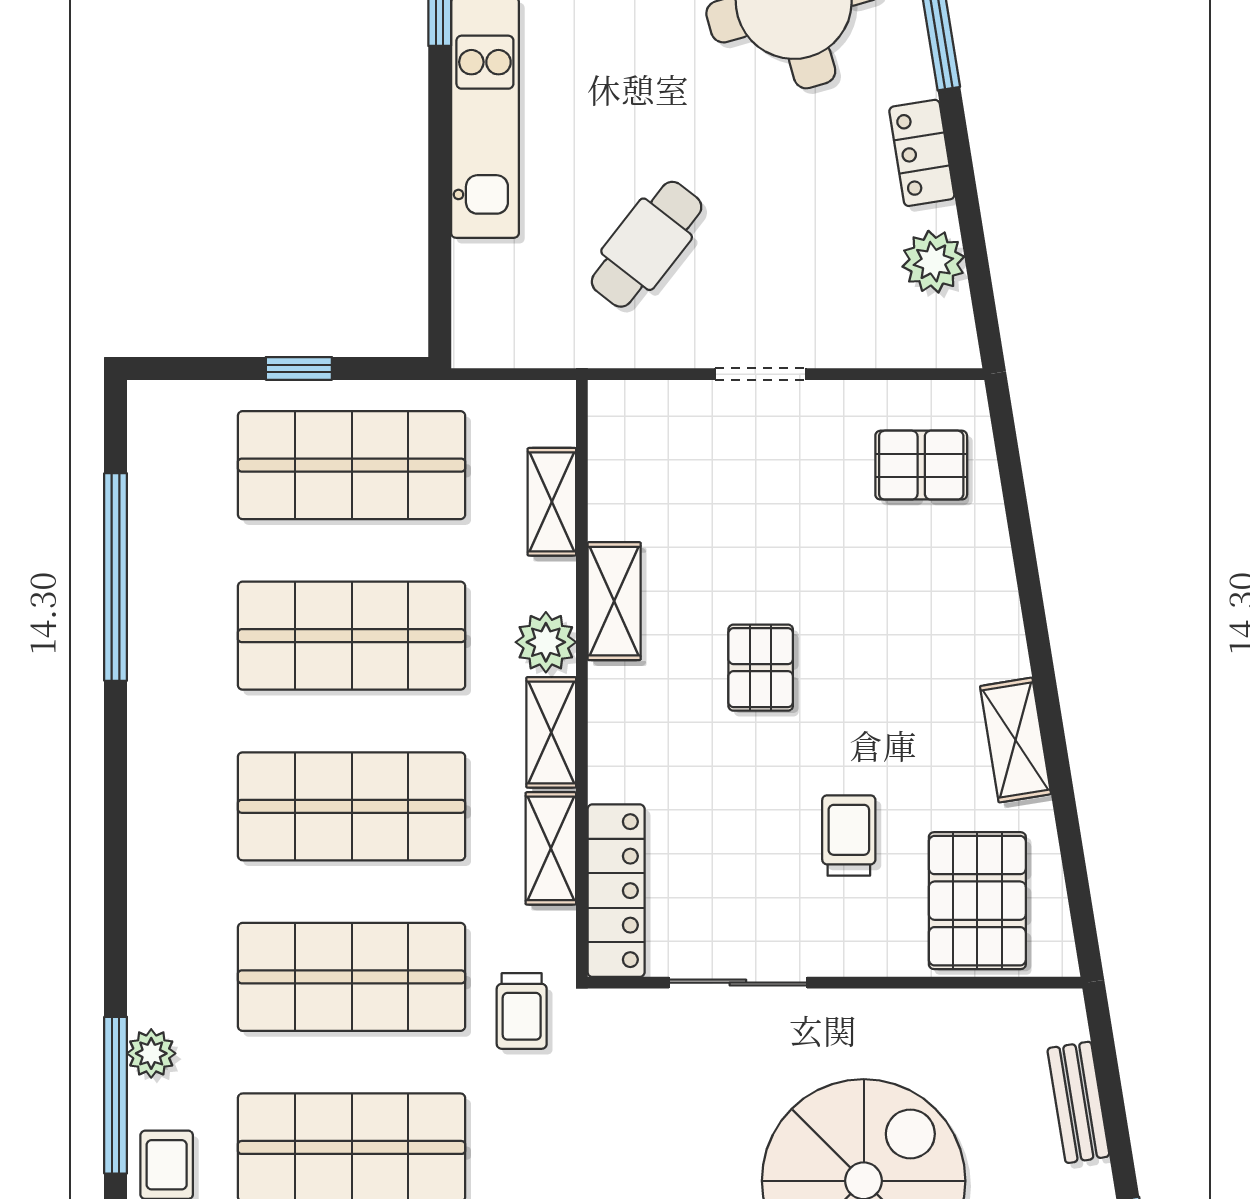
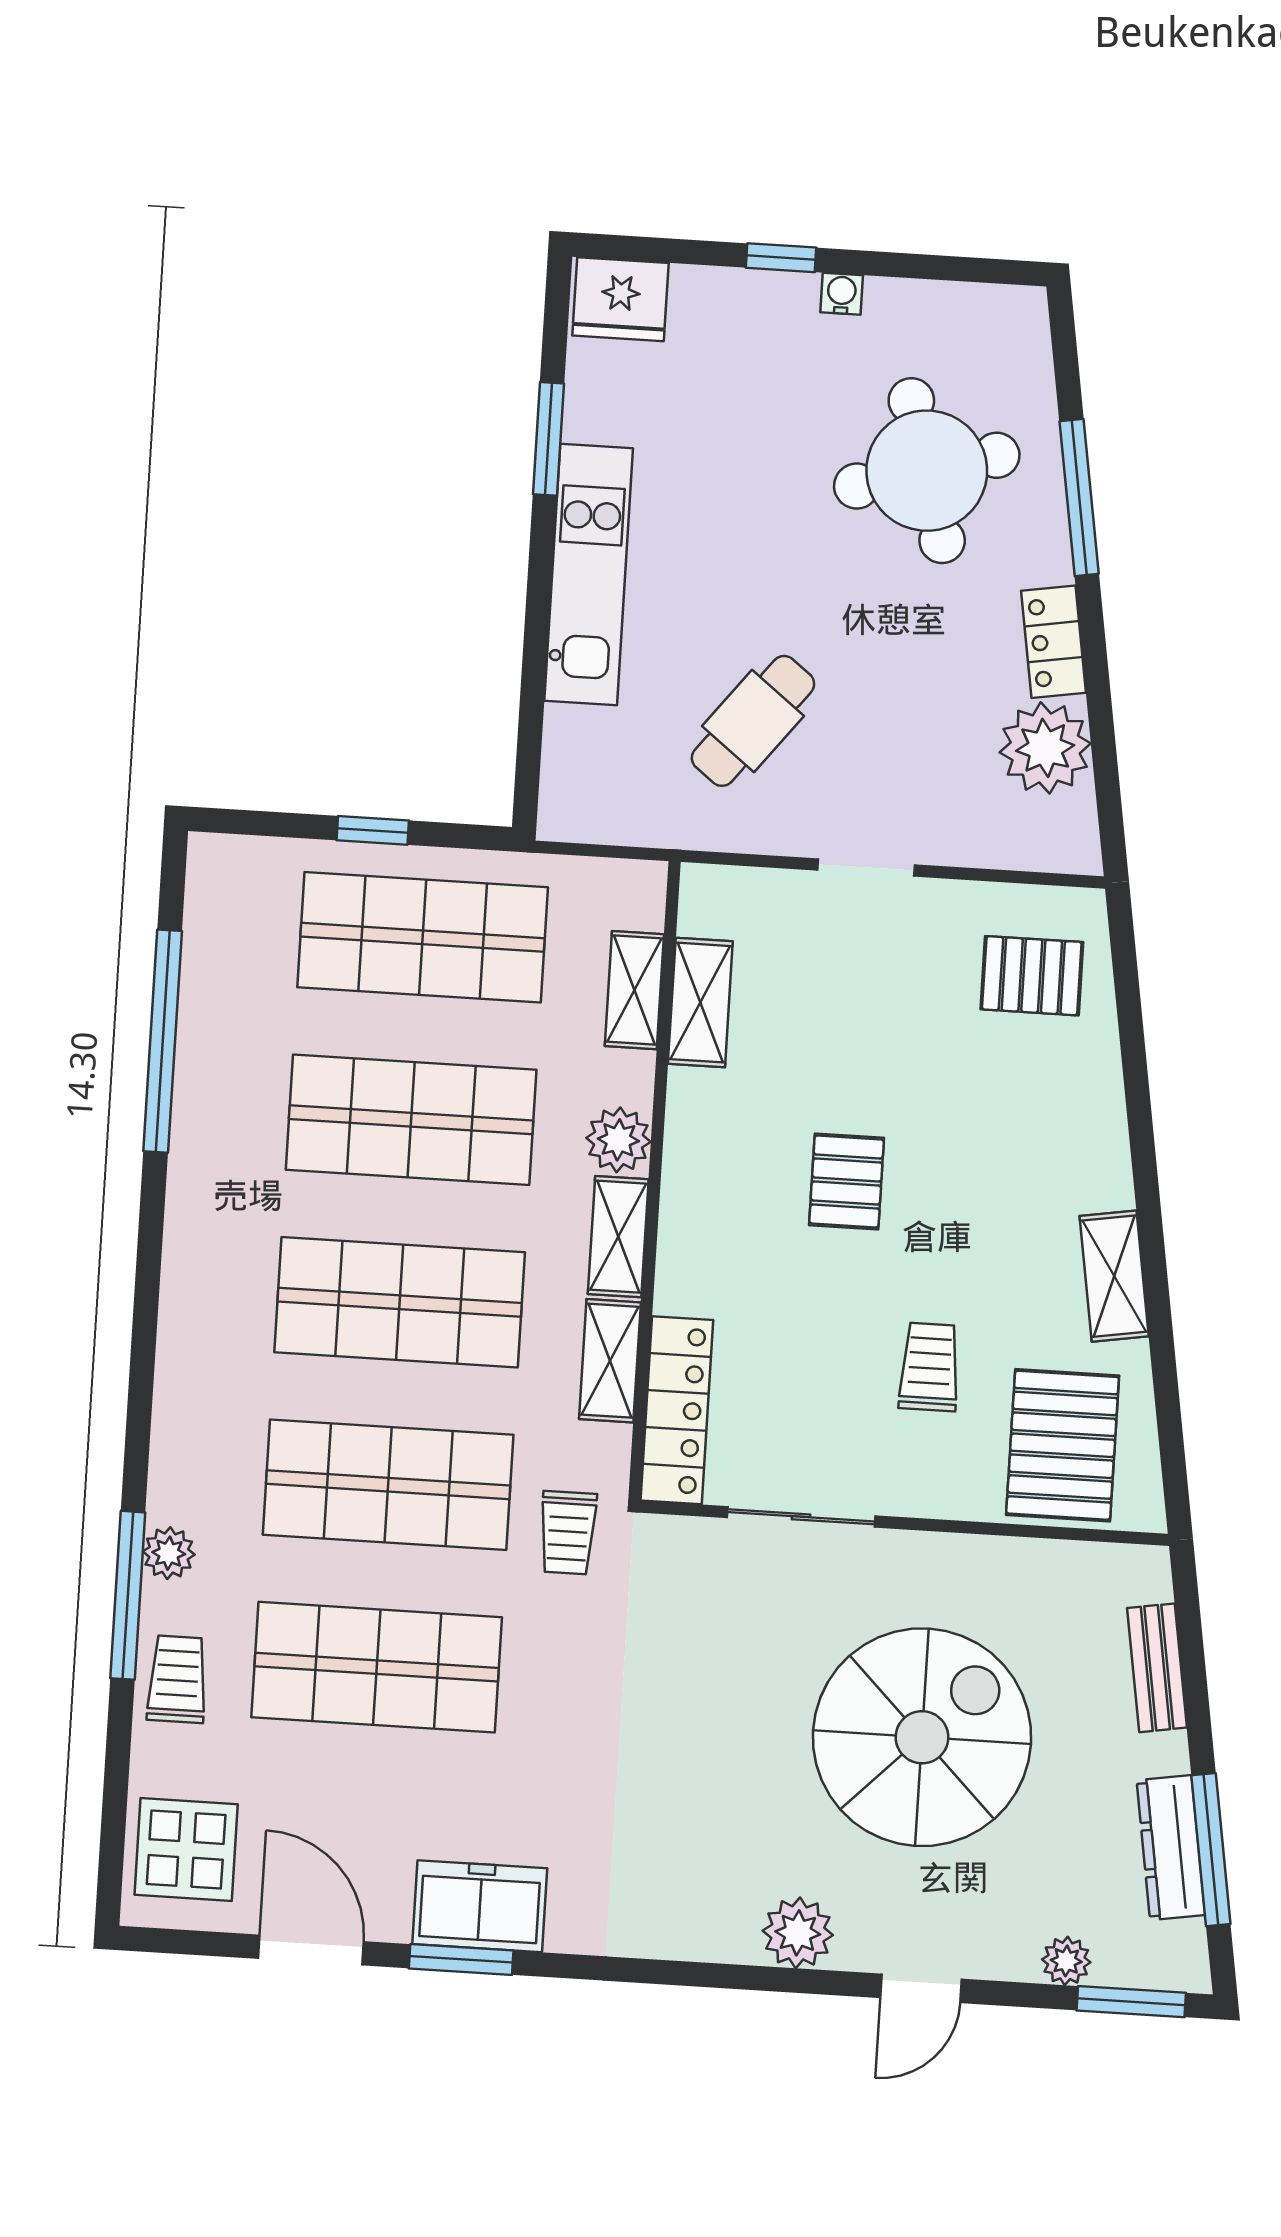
plant: (933, 262) -> (1045, 748), width x1.36, depth x1.36
shelving: (614, 601) -> (700, 1003), moved

